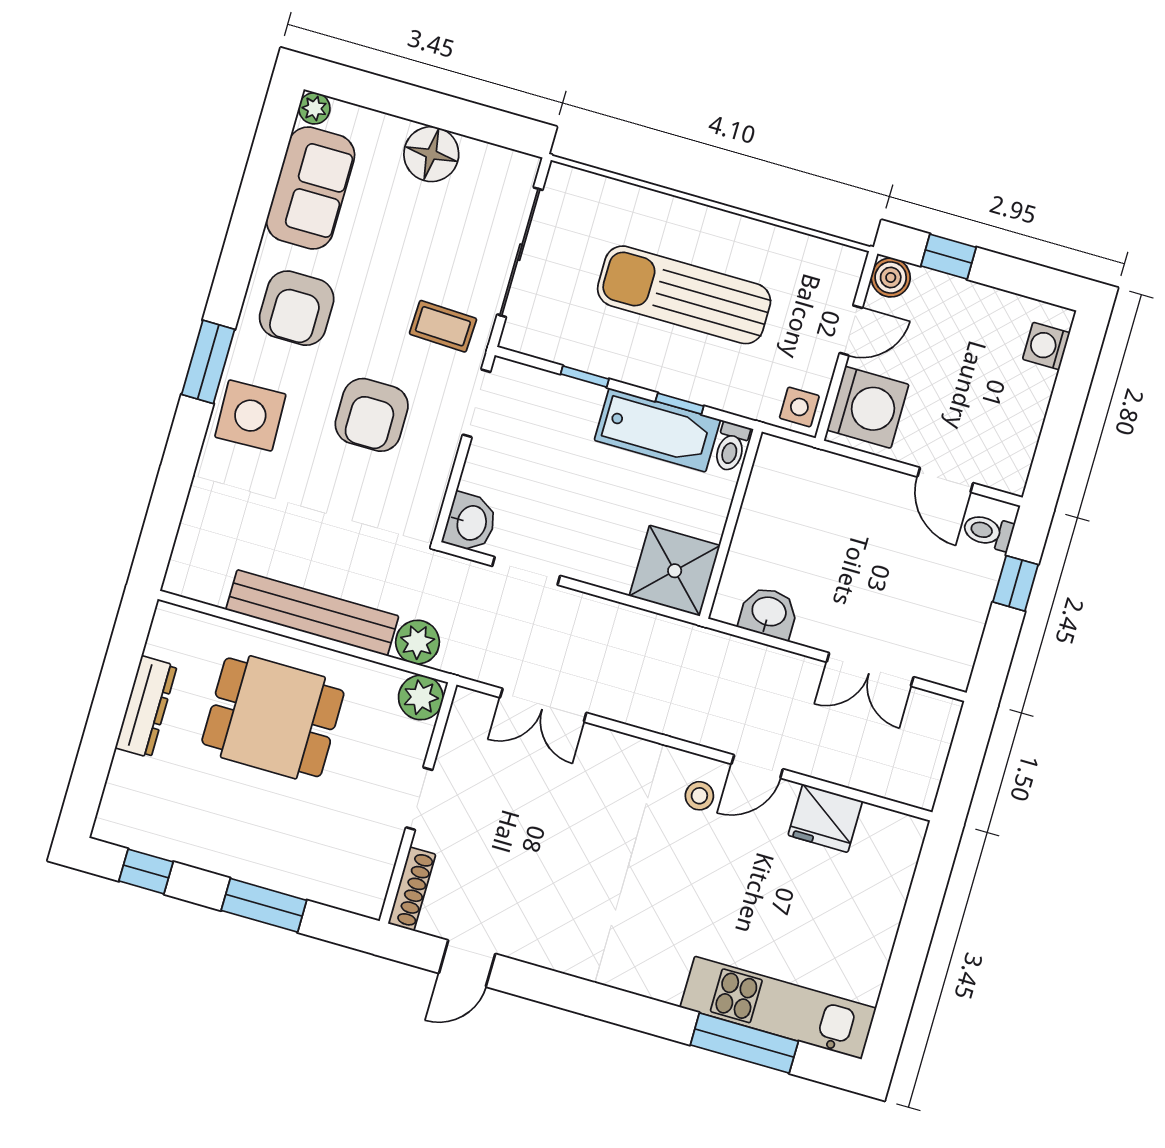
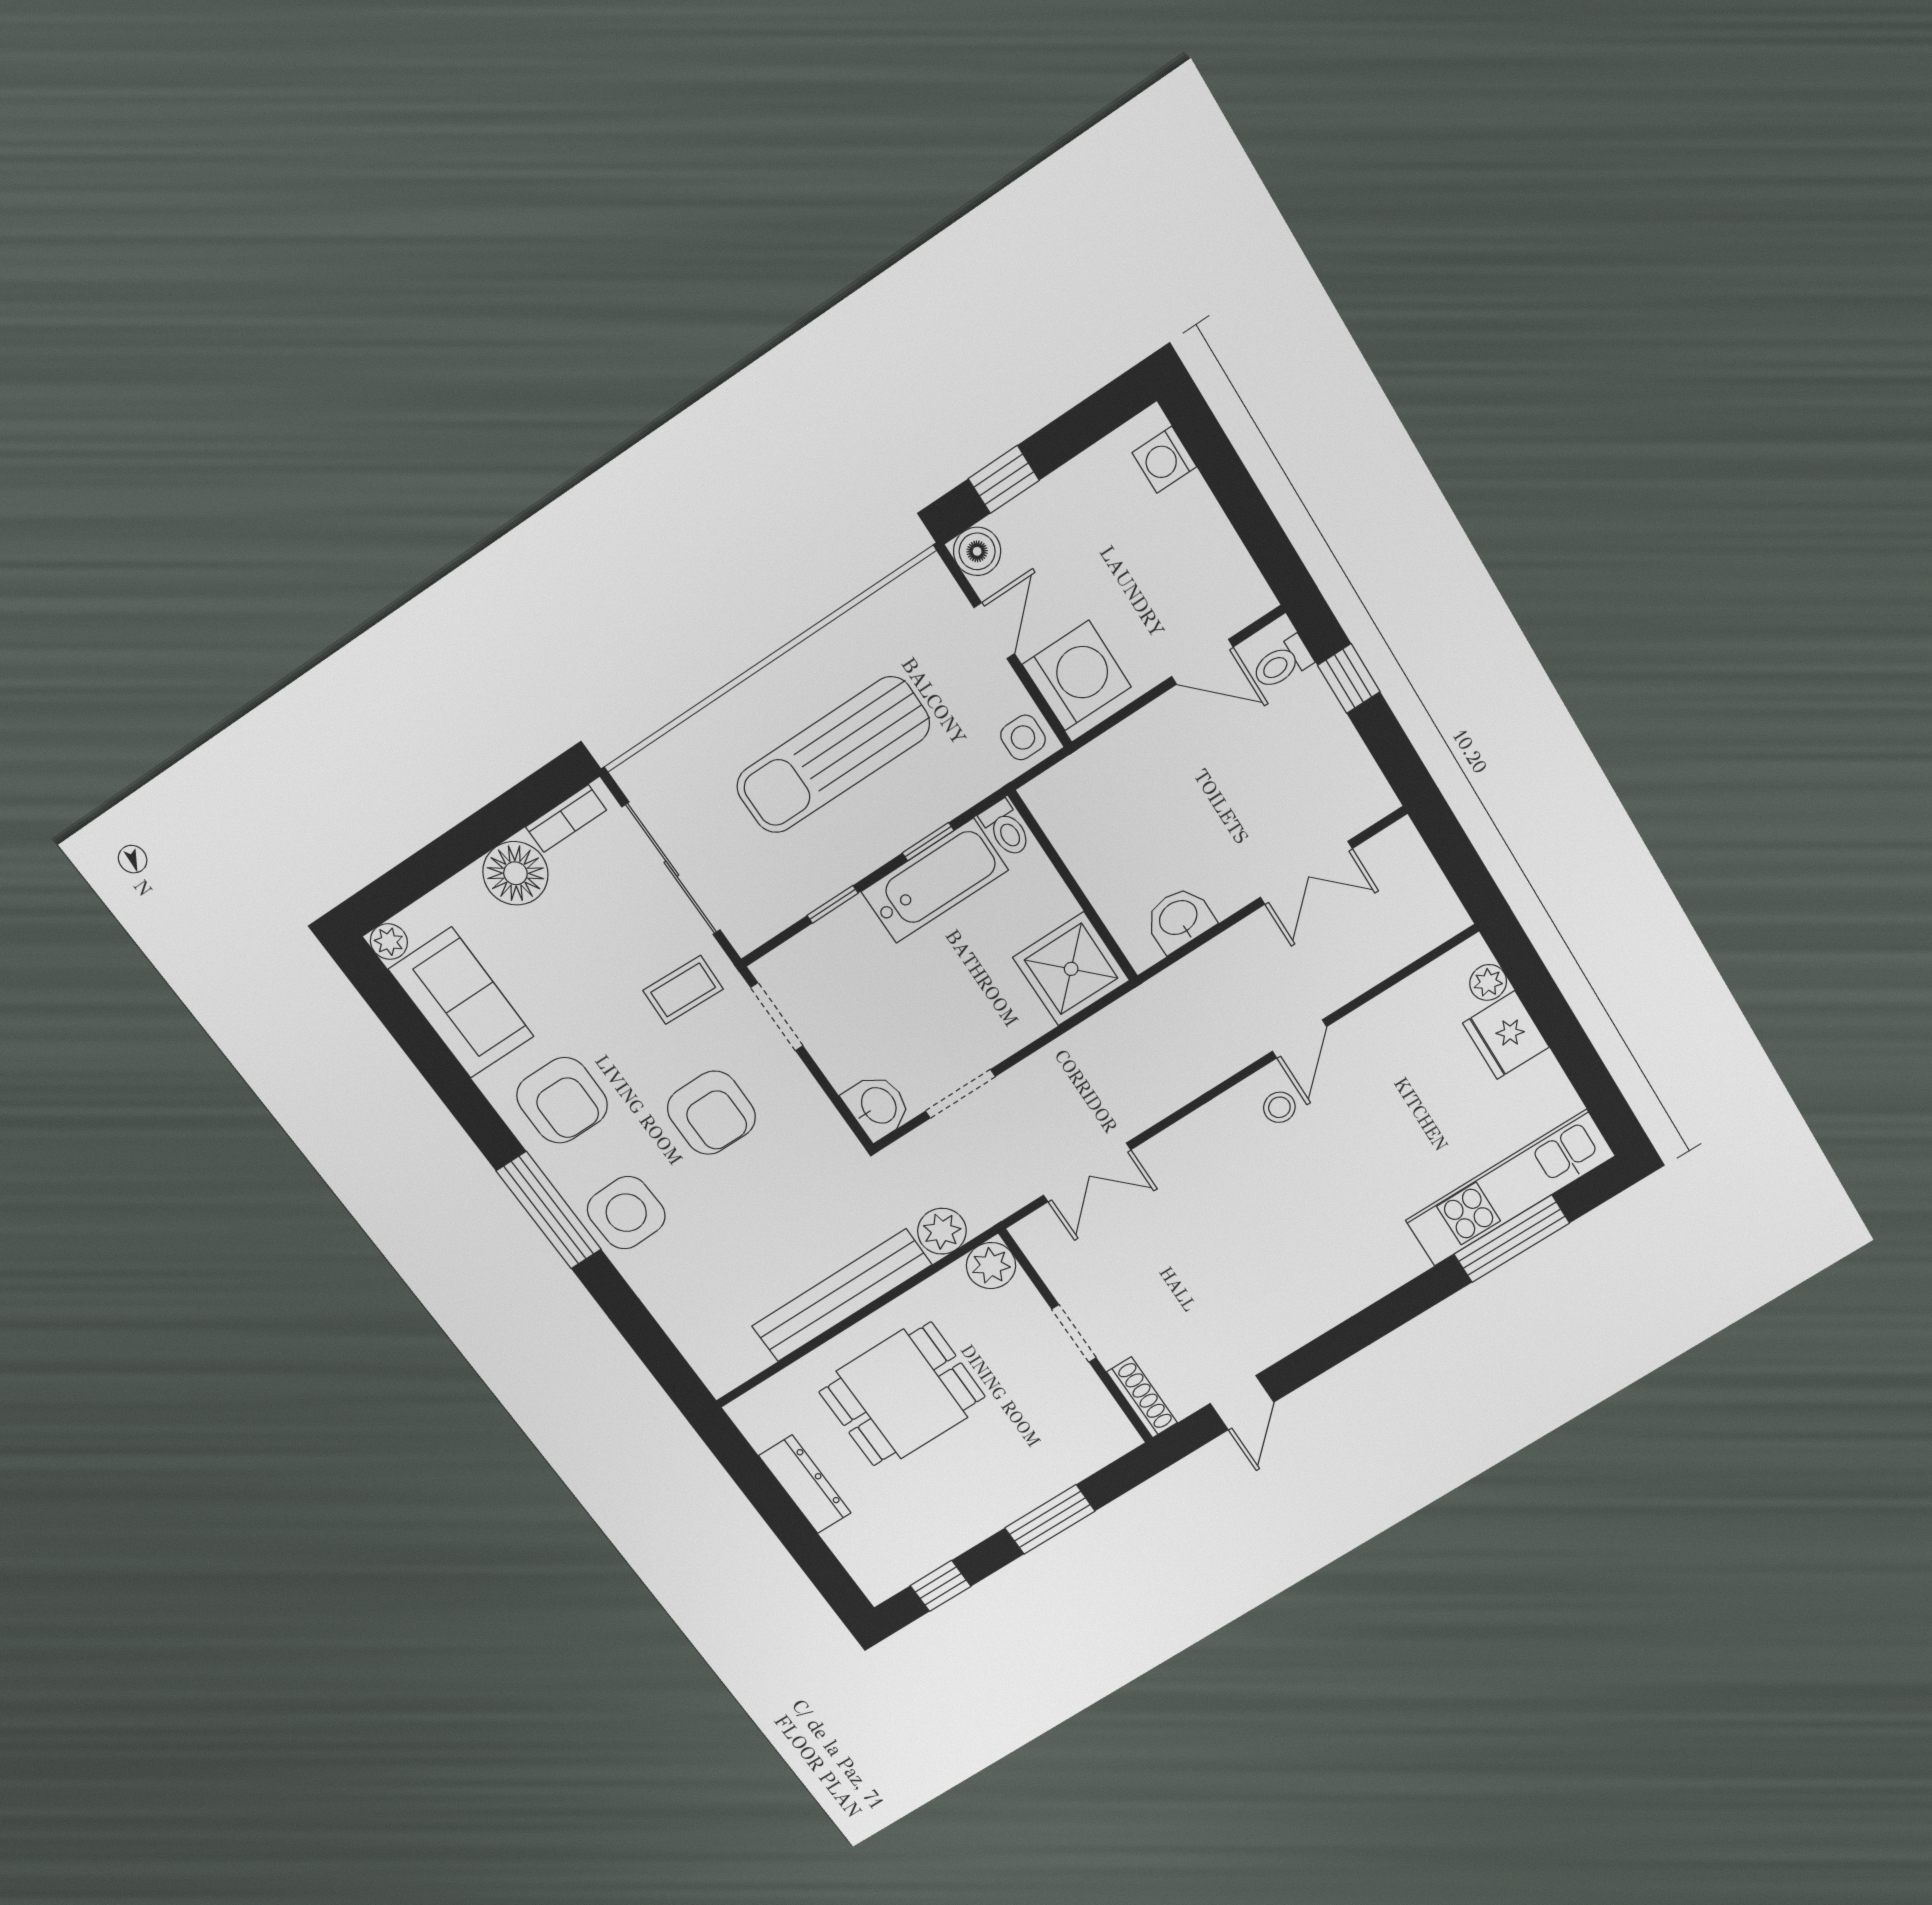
bookcase: (496, 158) -> (566, 818), added
window: (208, 362) -> (549, 1210), width x1.44
fridge: (825, 818) -> (1506, 1035), moved, turned 90
plant: (903, 859) -> (1488, 982), added

